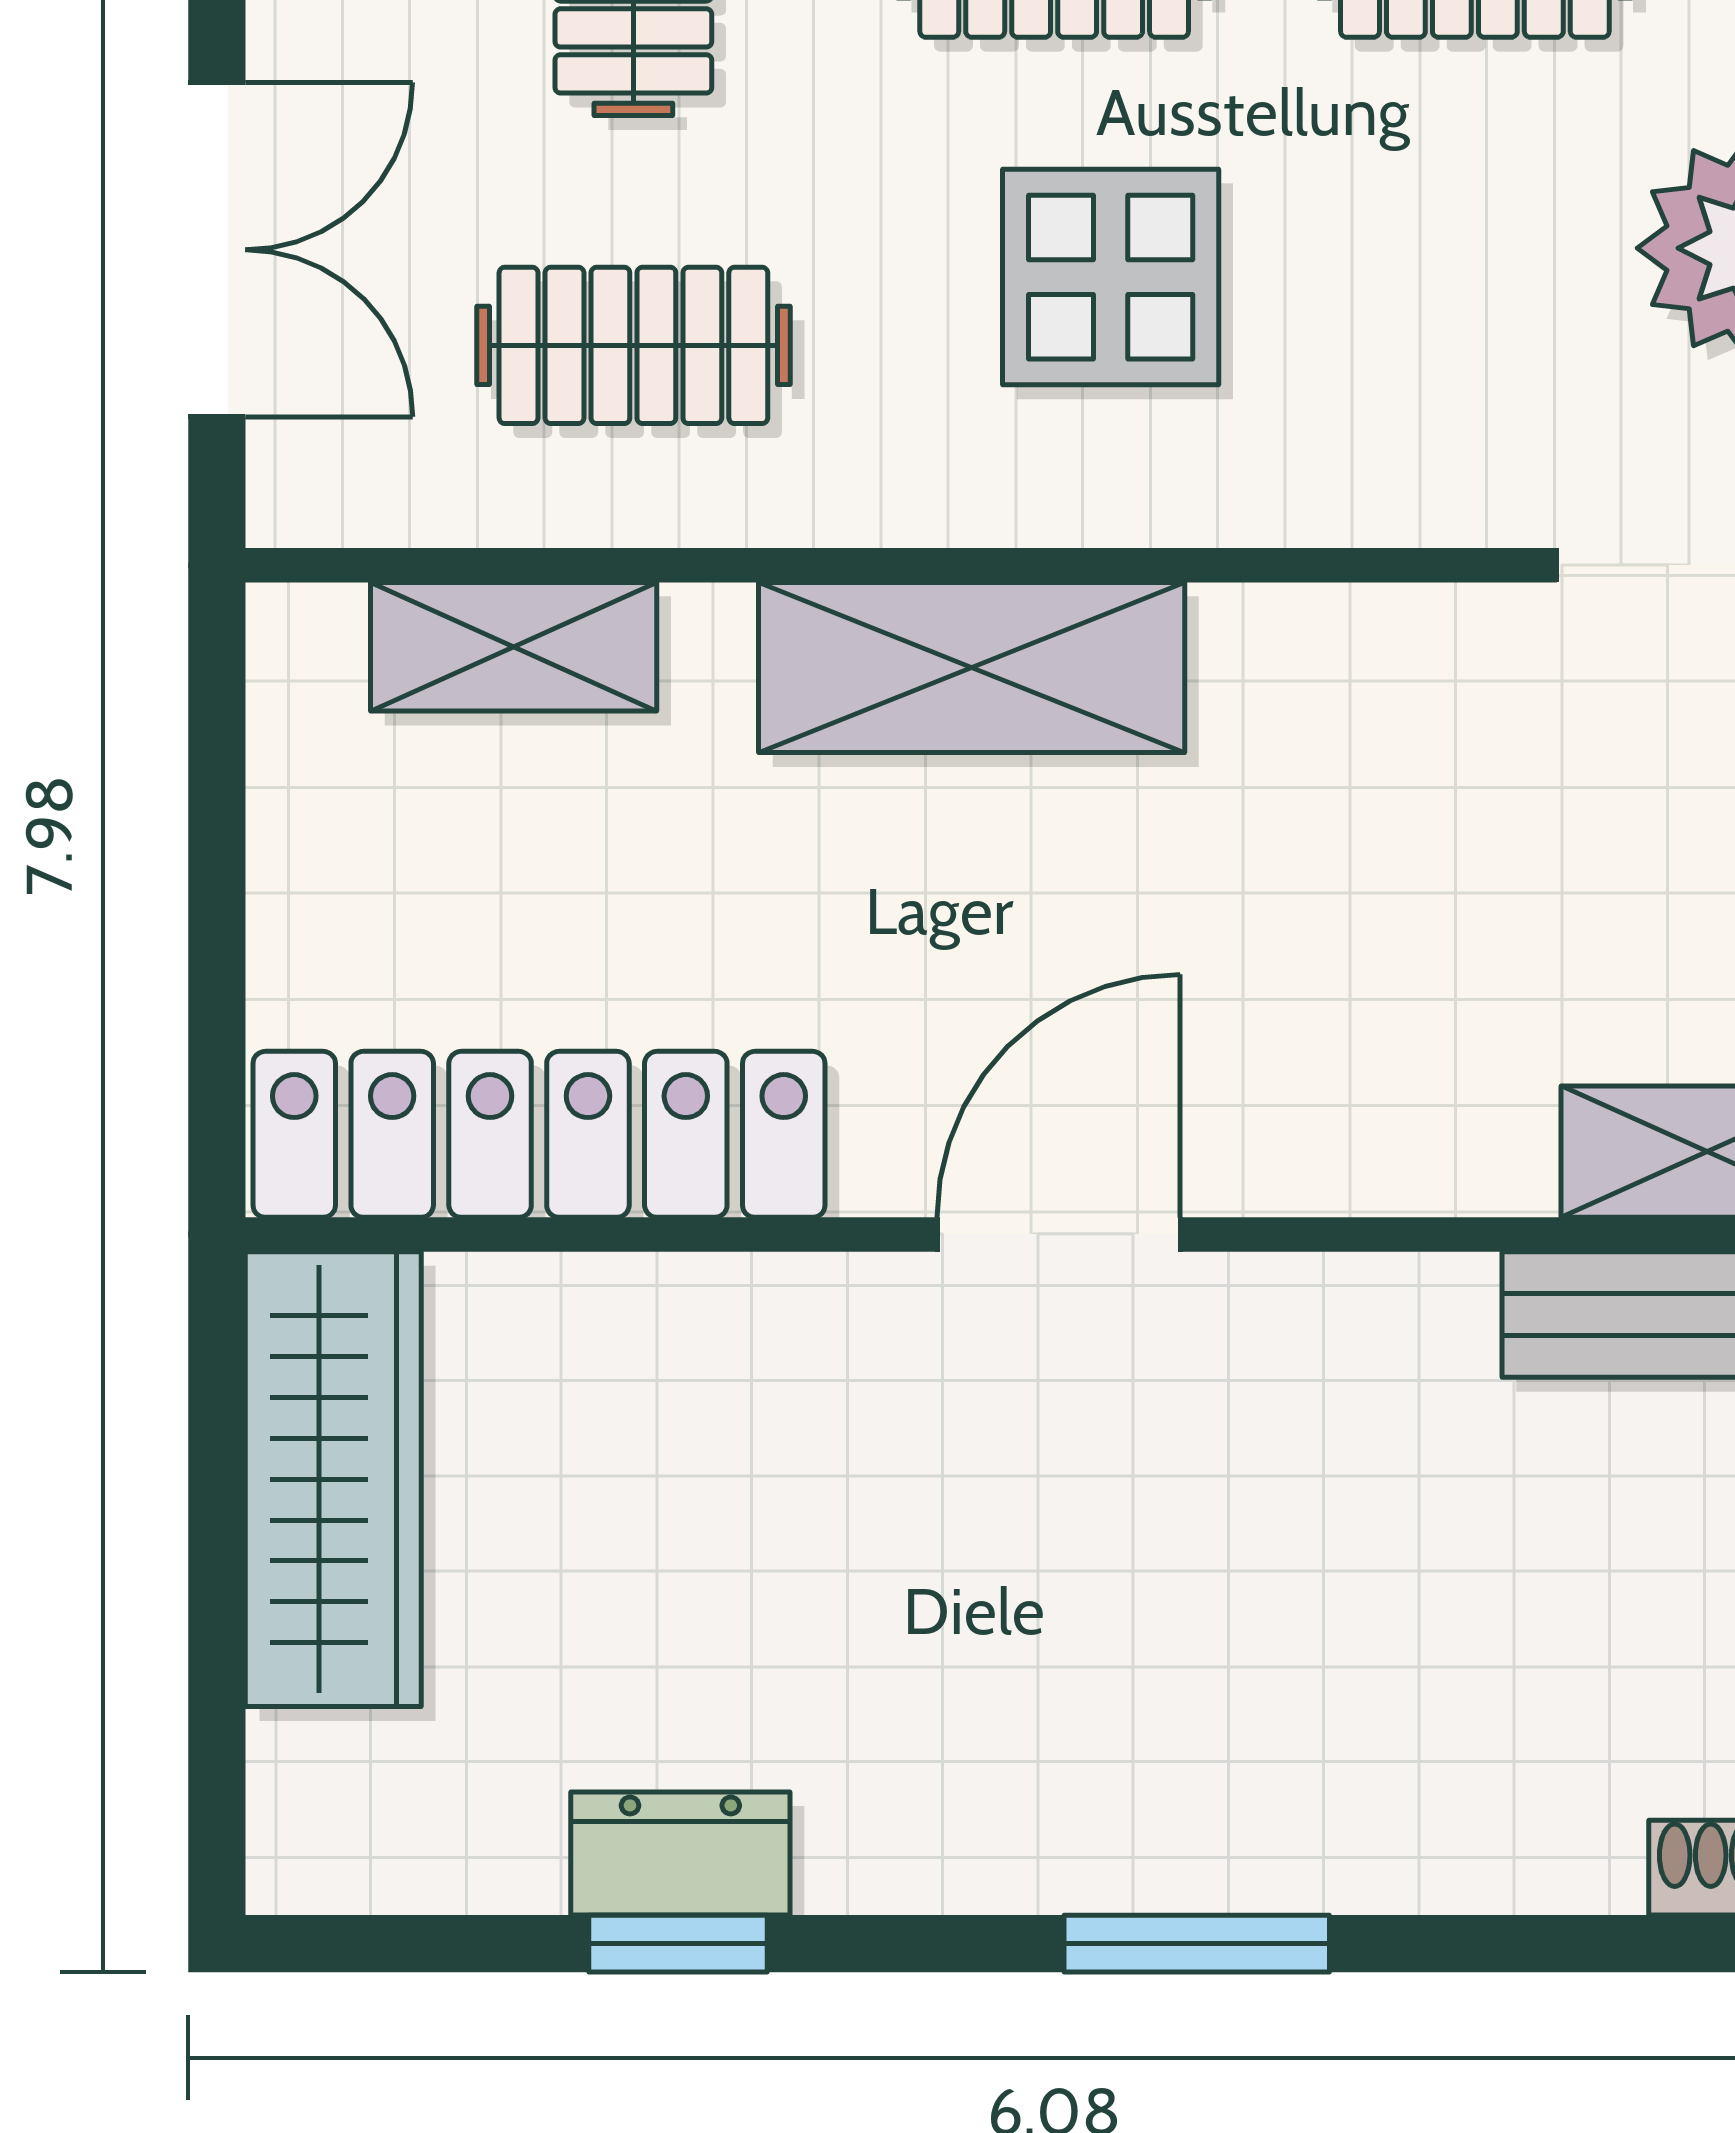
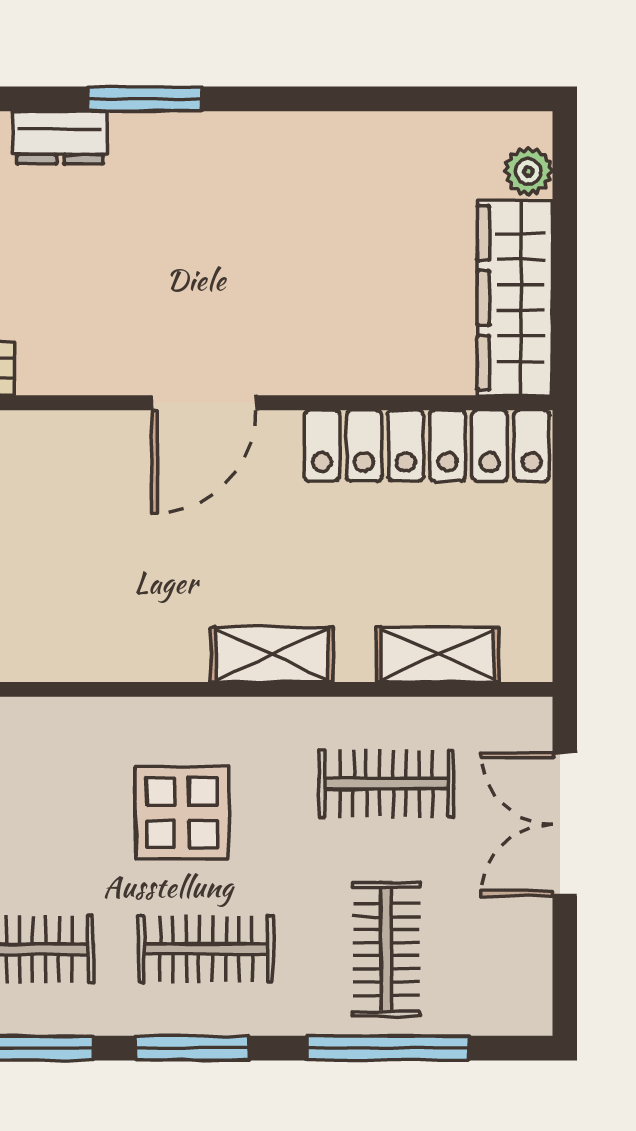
shelving: (972, 667) -> (272, 655), width x0.67, depth x0.75
plant: (302, 1775) -> (528, 171), added
dresser: (680, 1854) -> (60, 138), moved
window: (678, 1944) -> (367, 99), removed

